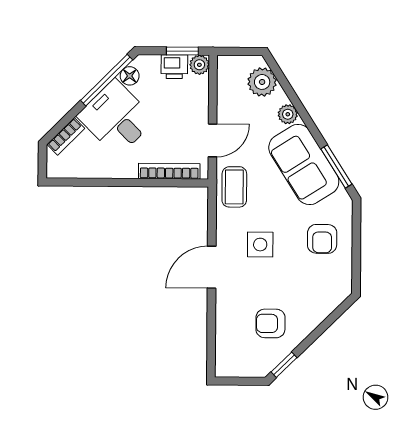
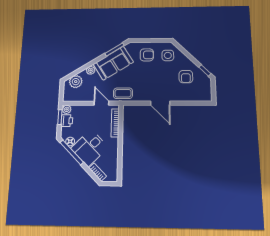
side table: (260, 245) -> (168, 55), moved

